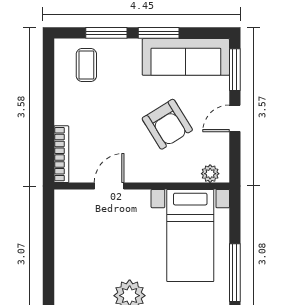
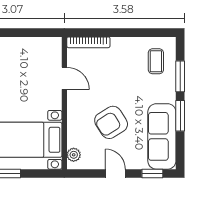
coffee table: (86, 65) -> (156, 61), turned 90
window: (235, 70) -> (152, 173), width x0.67

